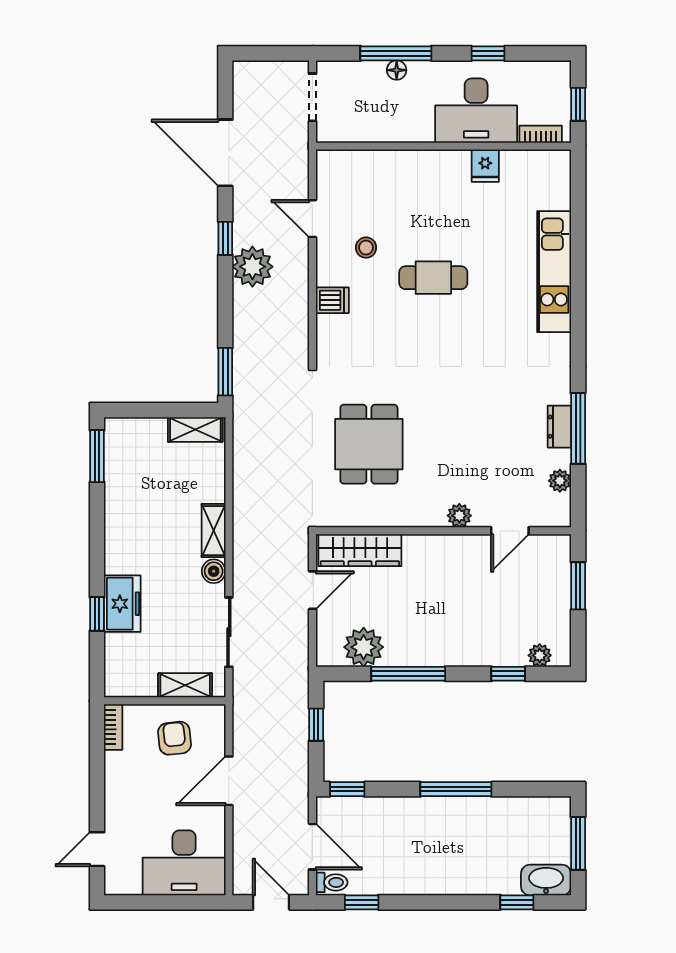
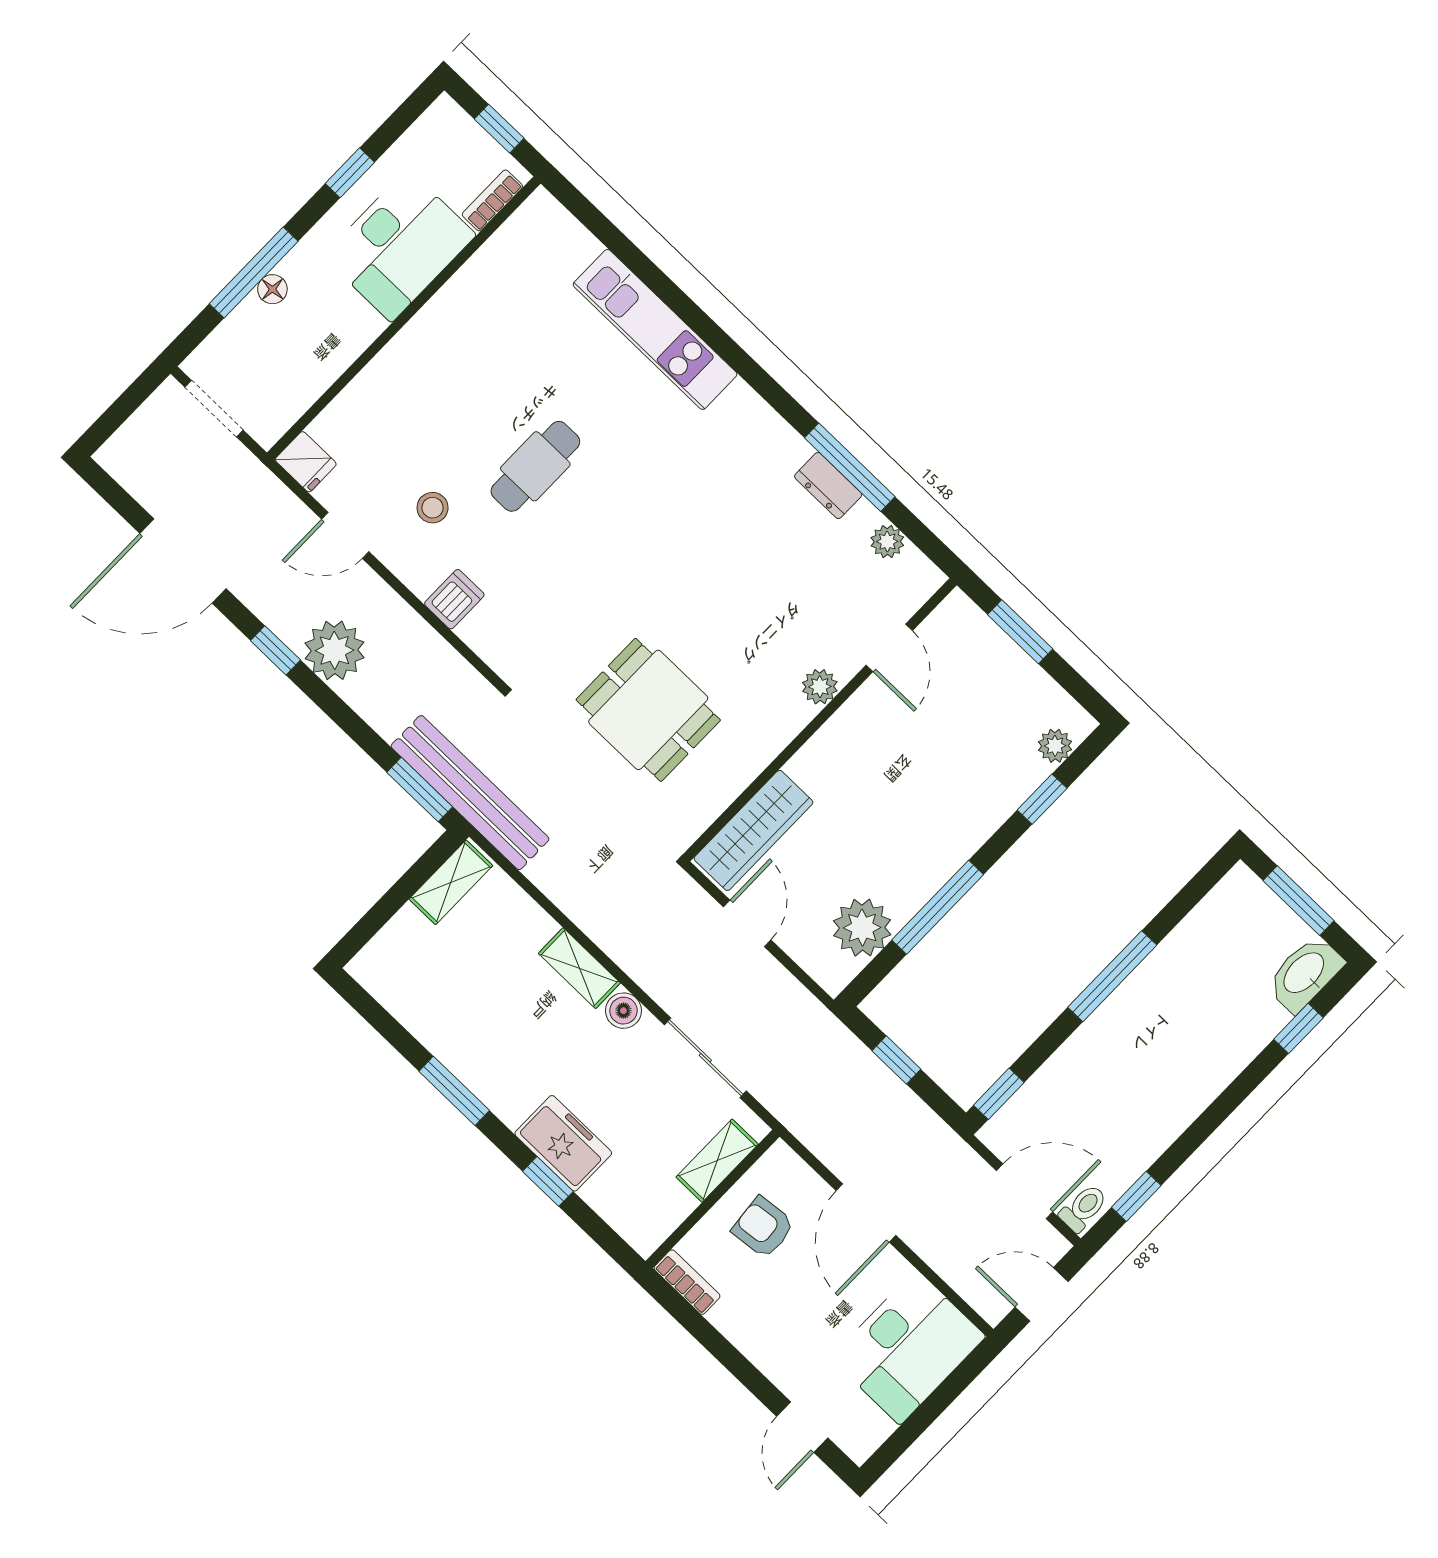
fridge: (485, 166) -> (306, 462), moved
bench: (247, 397) -> (470, 793), added
window: (97, 456) -> (454, 1091), moved

